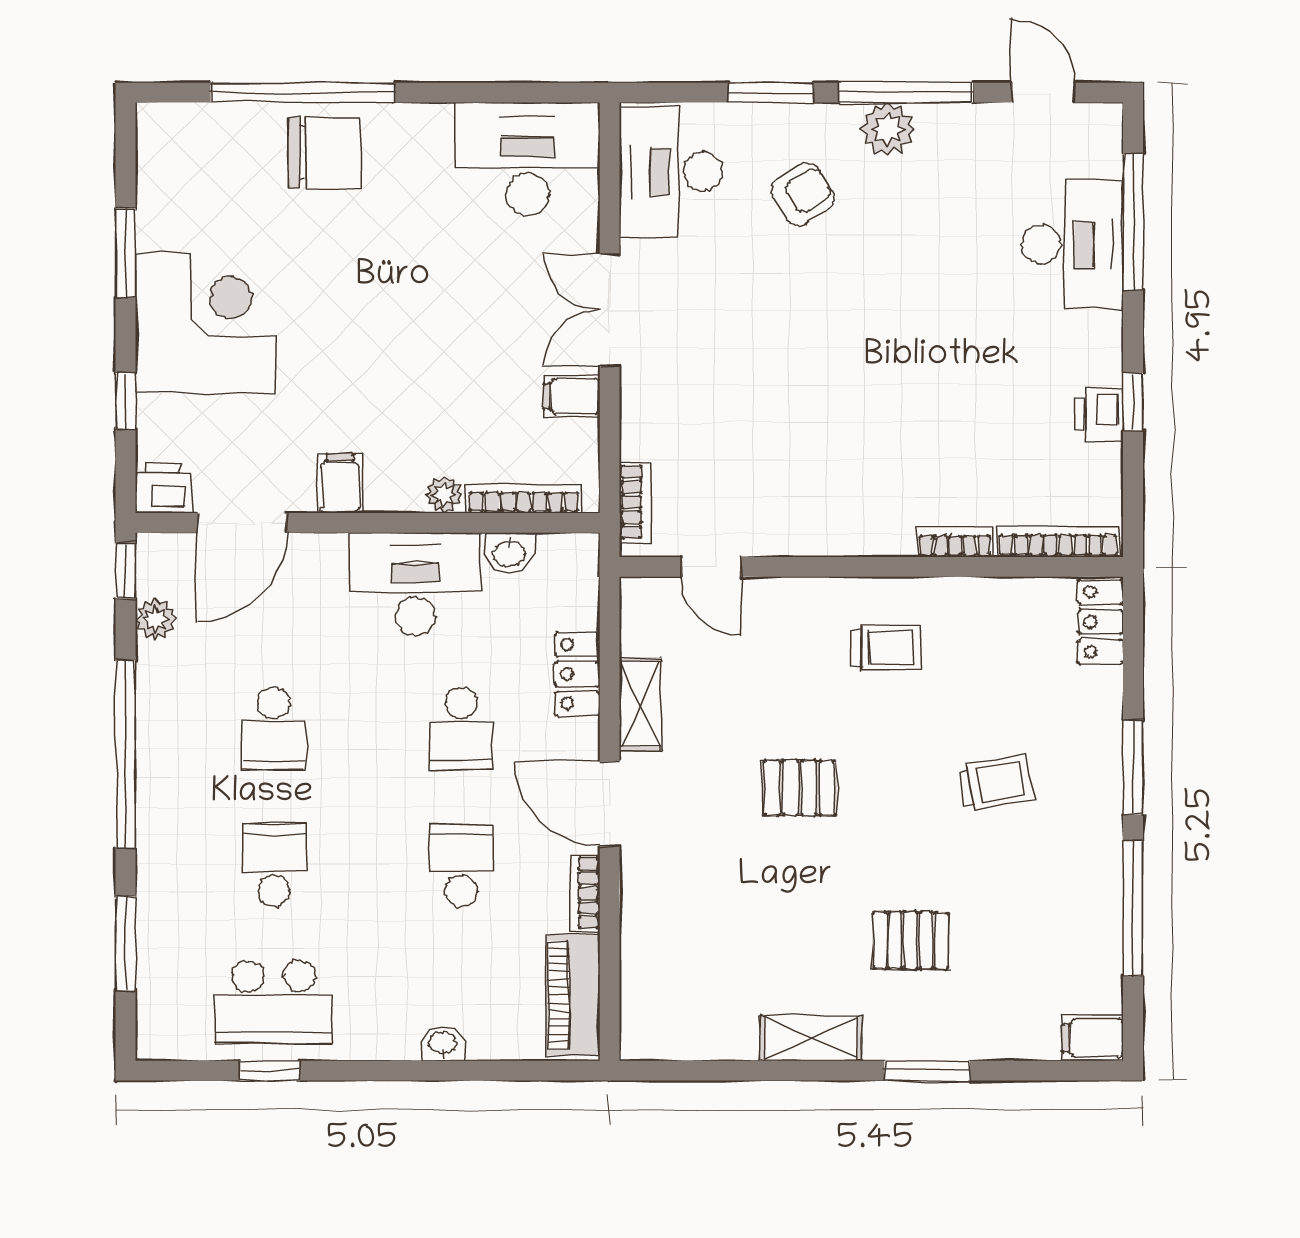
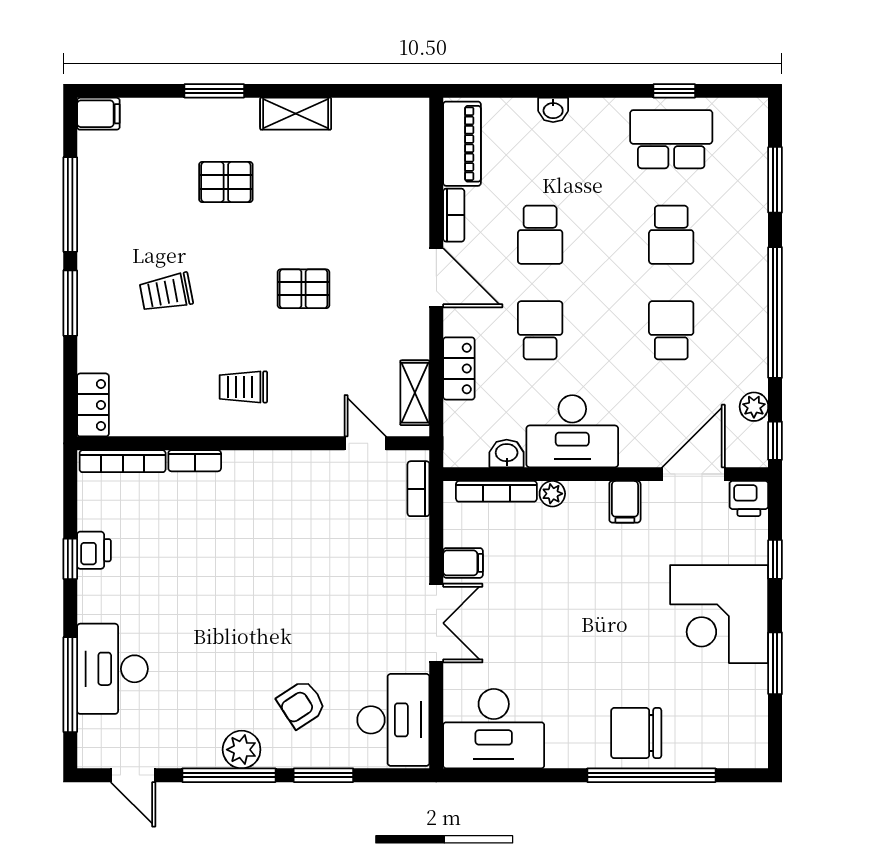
shelving: (640, 704) -> (415, 393), moved

